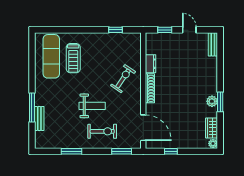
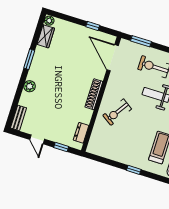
window: (116, 30) -> (134, 170), moved
dresser: (151, 64) -> (81, 133), moved
plant: (212, 101) -> (30, 86), moved

